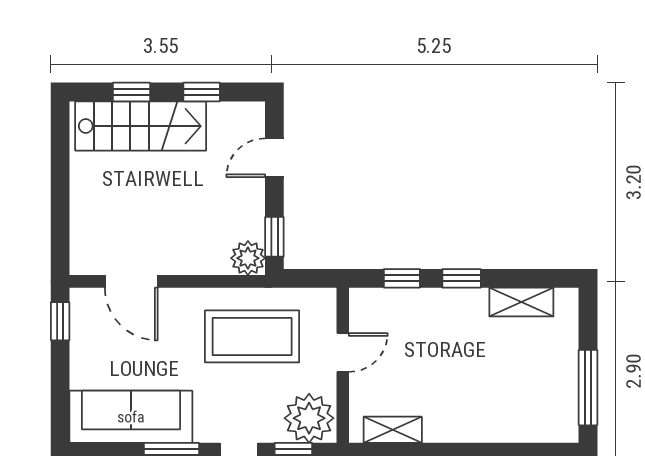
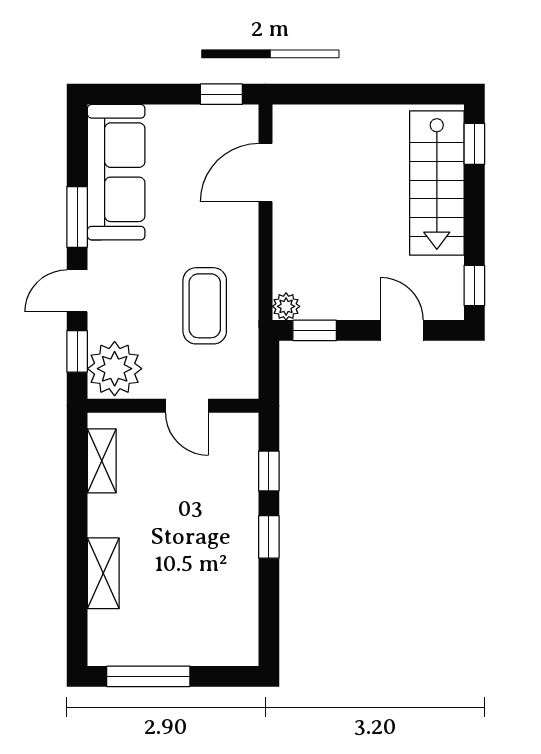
window: (131, 92) -> (474, 144), moved
window: (202, 92) -> (474, 286), moved
plant: (248, 258) -> (286, 306), width x0.73, depth x0.73
shelving: (521, 302) -> (103, 573), moved
coffee table: (252, 336) -> (205, 306), width x0.73, depth x0.76

